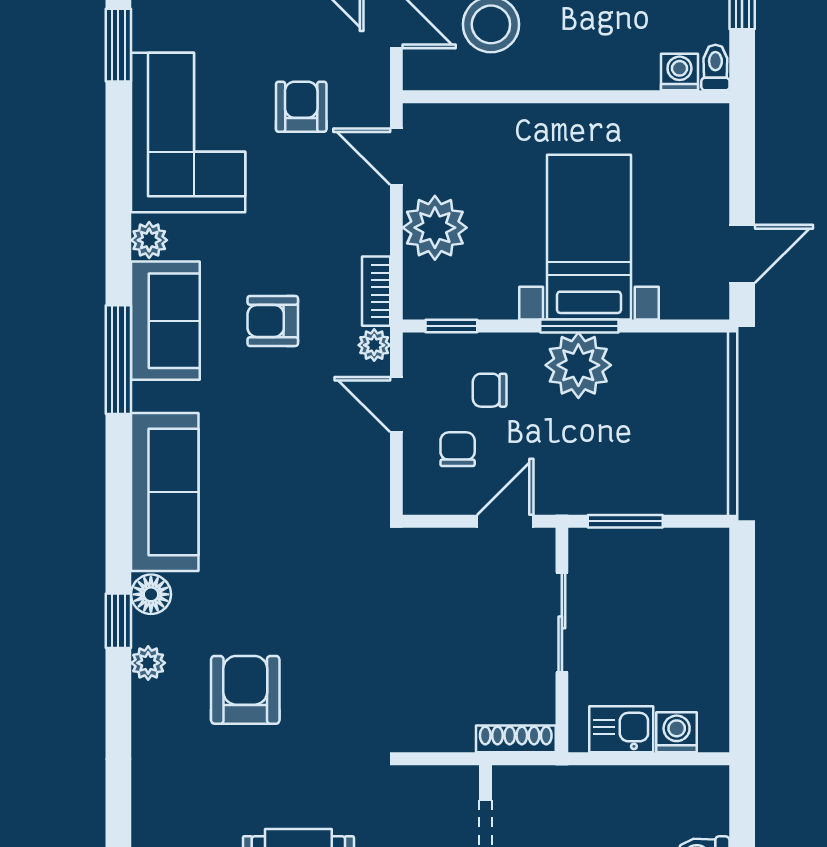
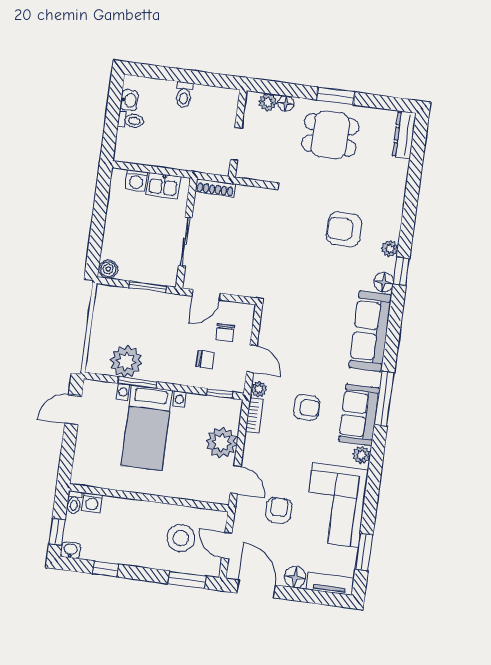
armchair: (301, 107) -> (279, 510), turned 180
window: (579, 326) -> (137, 382), moved
plant: (578, 365) -> (126, 361), moved
boiler: (710, 547) -> (108, 269), added
armchair: (245, 690) -> (344, 229), turned 90

